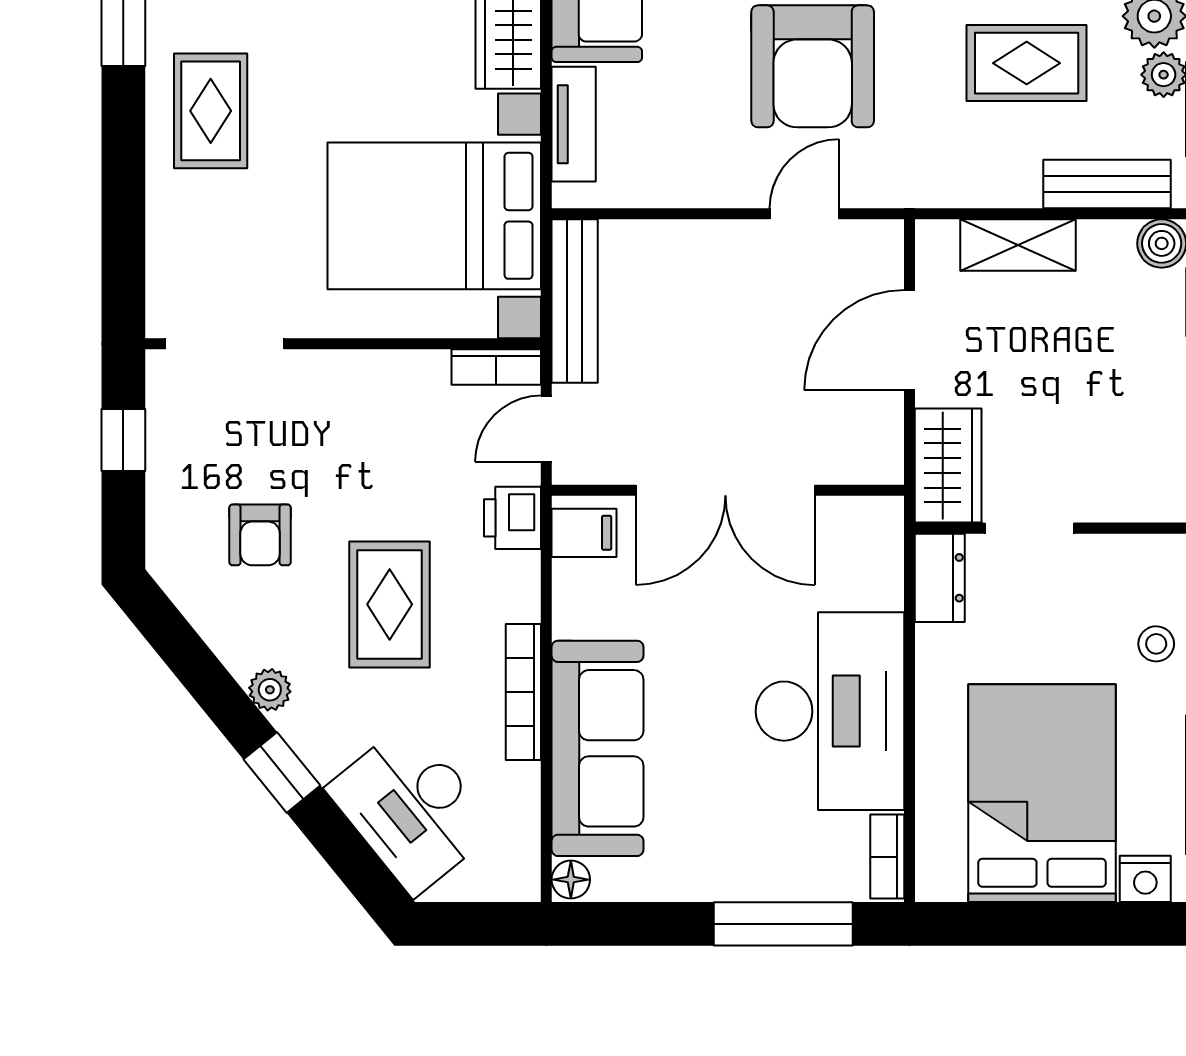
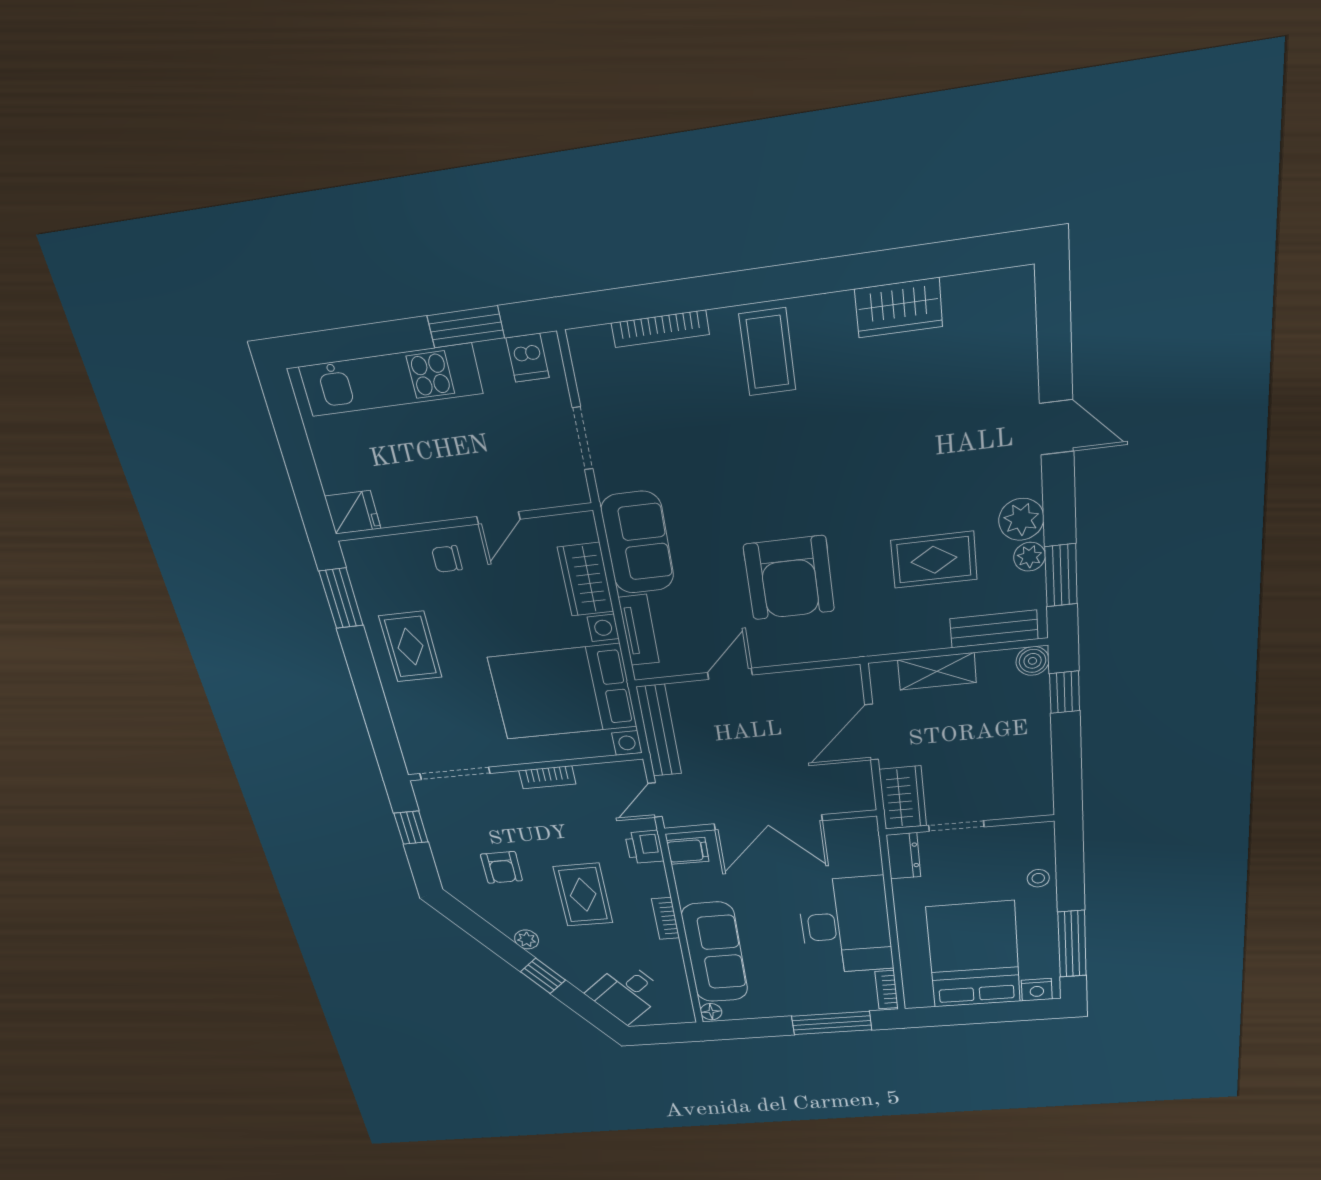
door: (804, 214) -> (730, 674), moved
bookcase: (496, 367) -> (547, 777), moved
bookcase: (523, 692) -> (666, 918), width x0.64
desk: (412, 808) -> (626, 993), width x0.73

